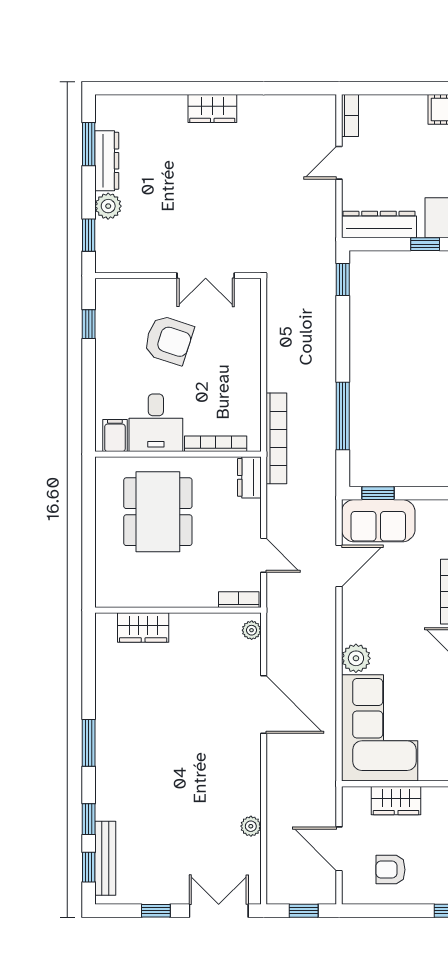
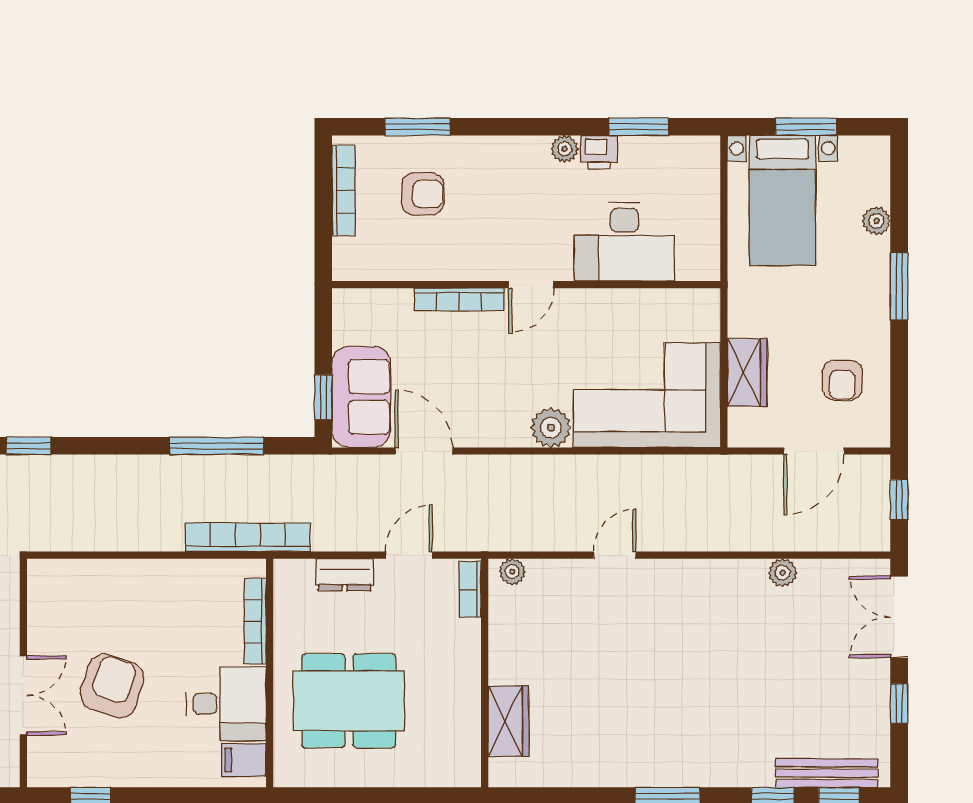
double door: (206, 276) -> (23, 695), moved
dresser: (249, 477) -> (345, 575), moved
door: (264, 704) -> (615, 555), width x0.53

